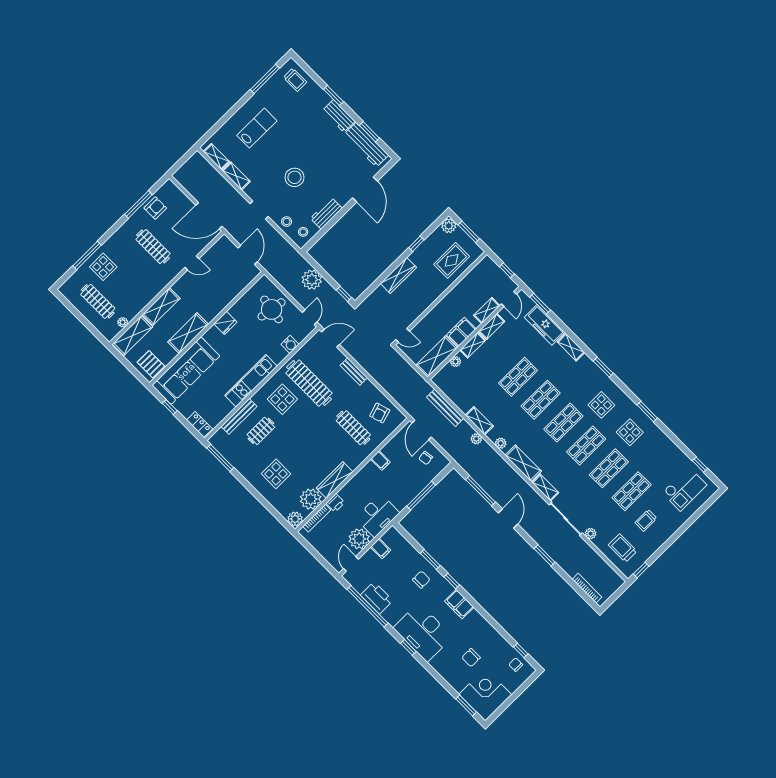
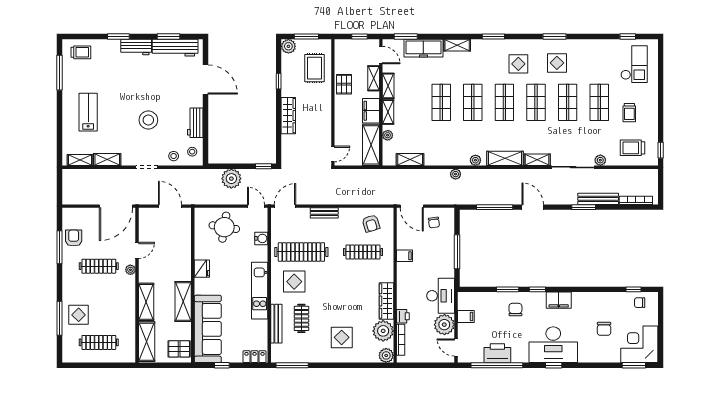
pallet: (461, 293) -> (344, 84), added
plant: (123, 322) -> (130, 270), moved
bench: (445, 408) -> (598, 199), moved
shelving: (479, 421) -> (410, 160), moved

